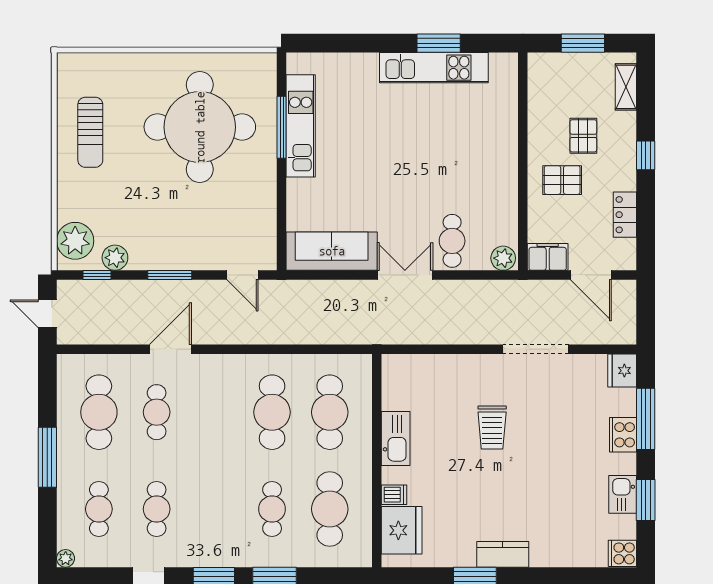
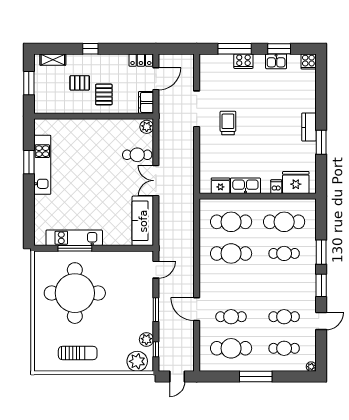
locker: (625, 215) -> (141, 60), moved
fridge: (622, 371) -> (220, 186), moved, turned 180
trolley: (492, 427) -> (228, 123), moved, turned -90

